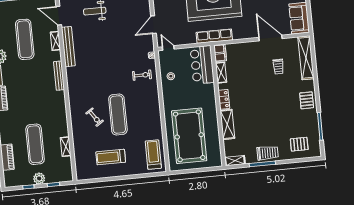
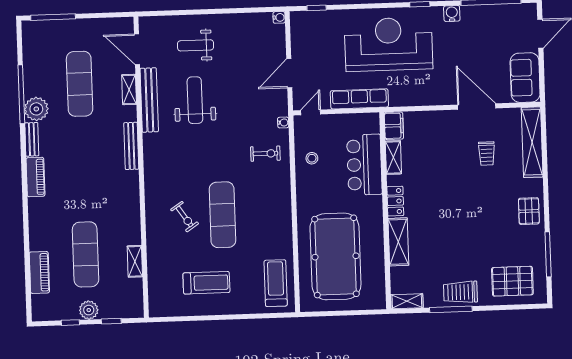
row of seats: (214, 36) -> (359, 99), moved
weight bench: (96, 45) -> (195, 100), added
door: (168, 48) -> (311, 112), hinge flipped
bar counter: (202, 65) -> (364, 165), moved
pallet: (299, 144) -> (512, 281), width x1.50, depth x1.42
trolley: (268, 153) -> (460, 292), turned 180
treadmill: (111, 157) -> (206, 283), turned 180

